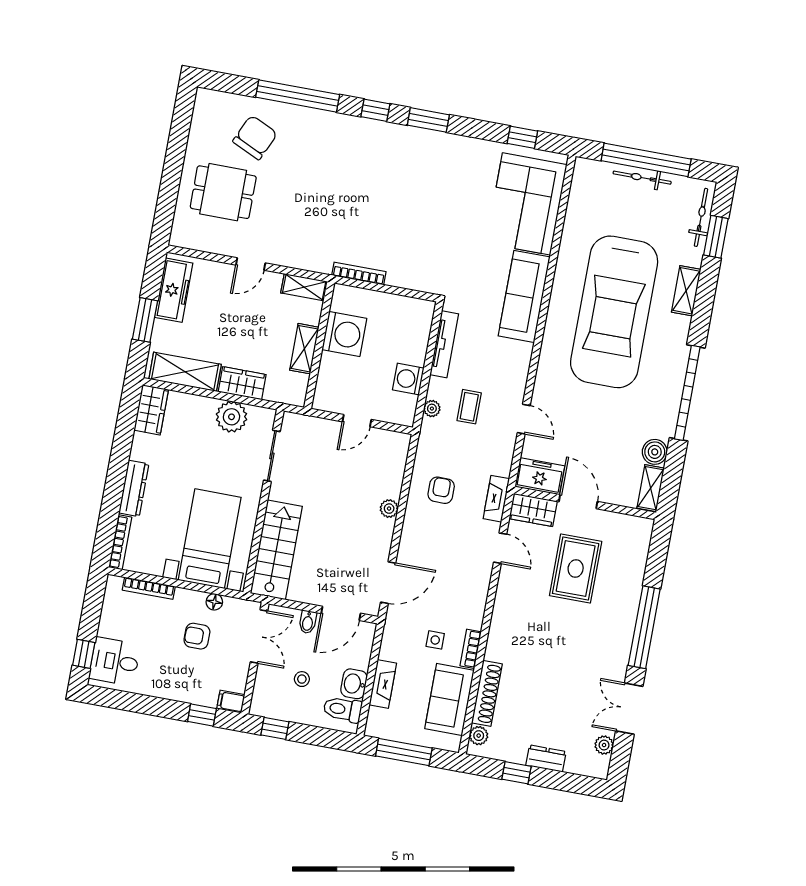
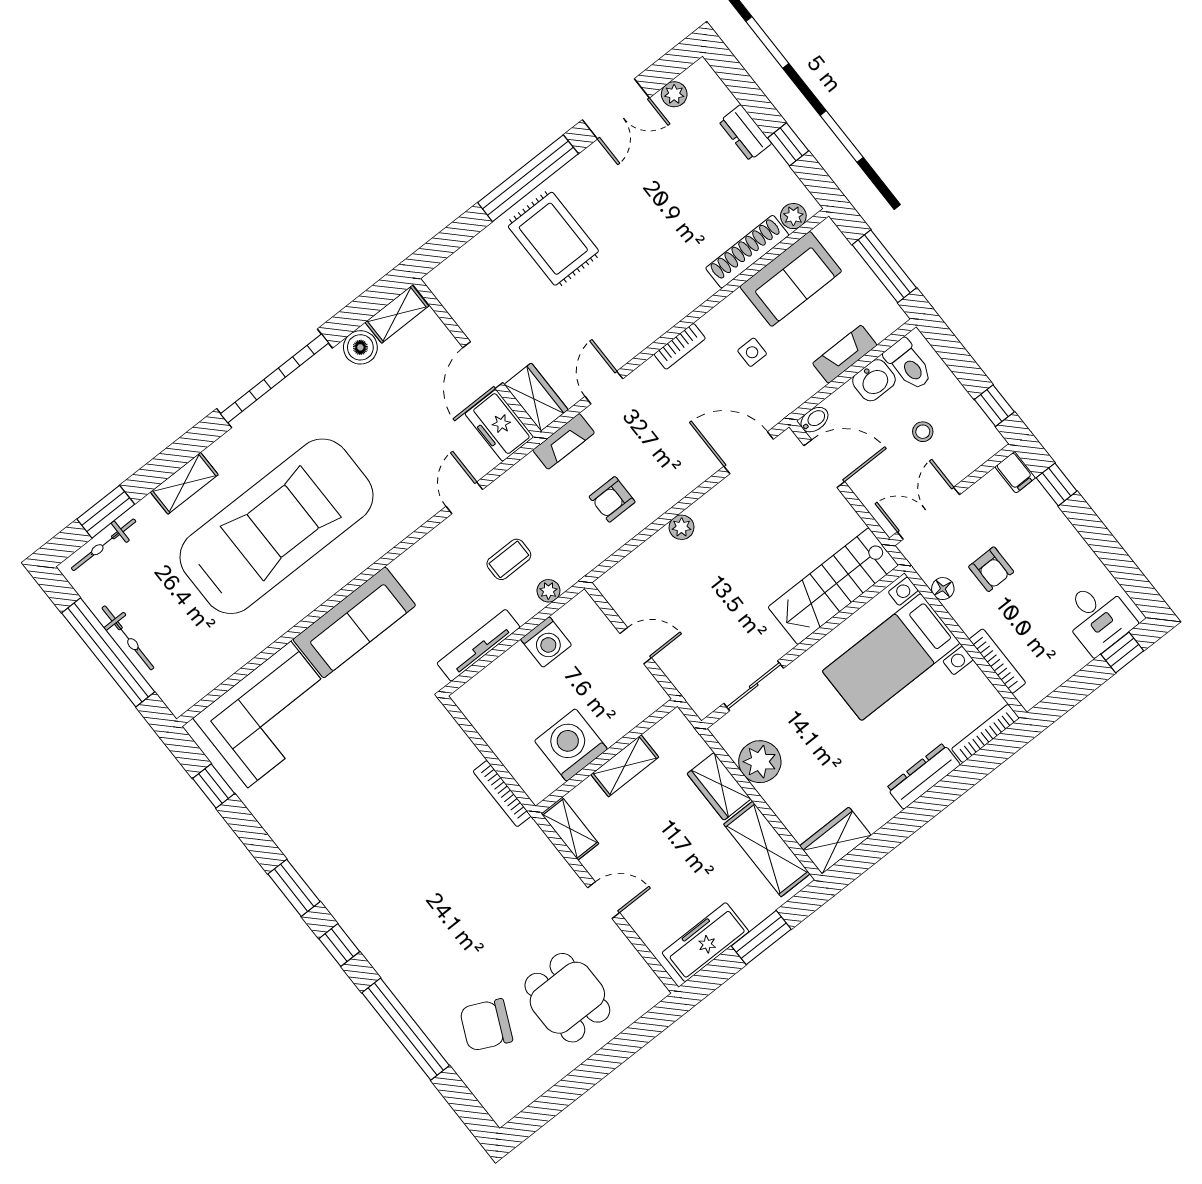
rug: (576, 569) -> (553, 239), moved, turned 90
bidet: (308, 622) -> (814, 420), moved
bookcase: (471, 649) -> (680, 346), moved

